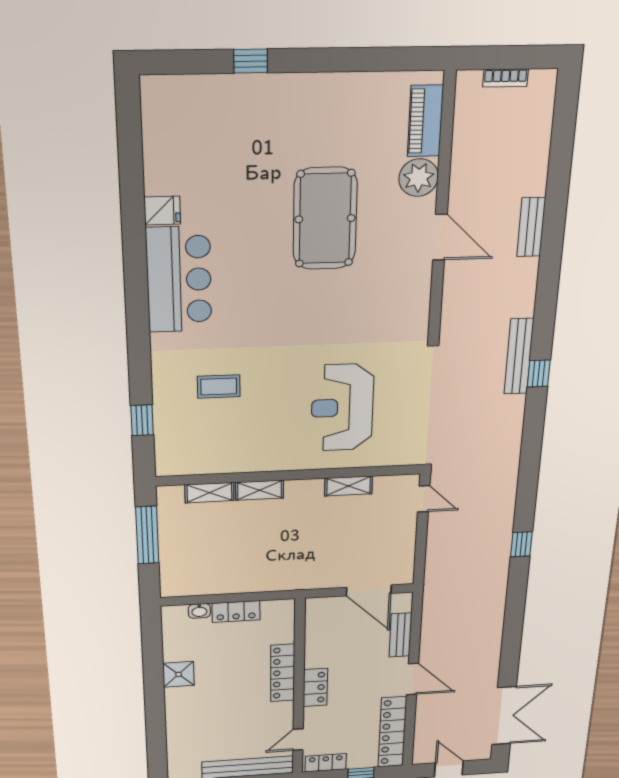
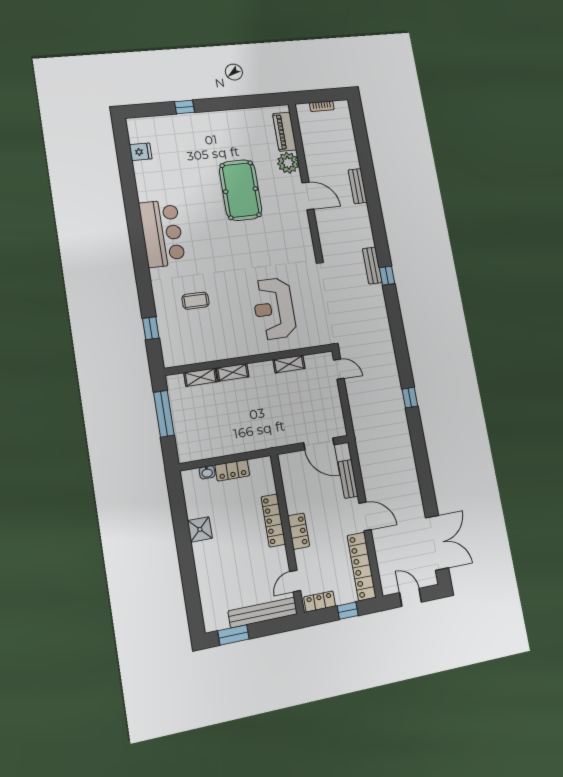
fridge: (162, 211) -> (141, 152), moved
bench: (519, 356) -> (372, 265), width x0.73

